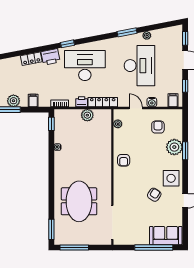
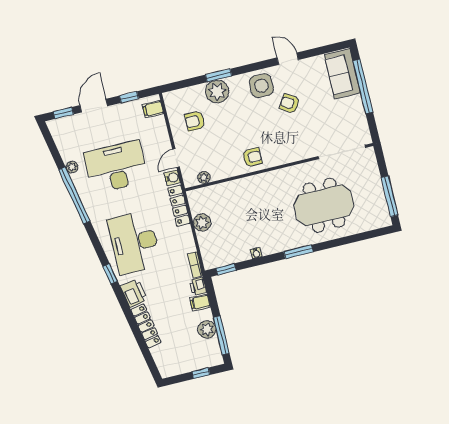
window: (127, 32) -> (74, 195), width x2.11
locker: (31, 59) -> (146, 326), width x1.53
printer: (82, 102) -> (198, 286), moved
water cooler: (152, 102) -> (172, 178), moved
window: (51, 229) -> (298, 252), moved

